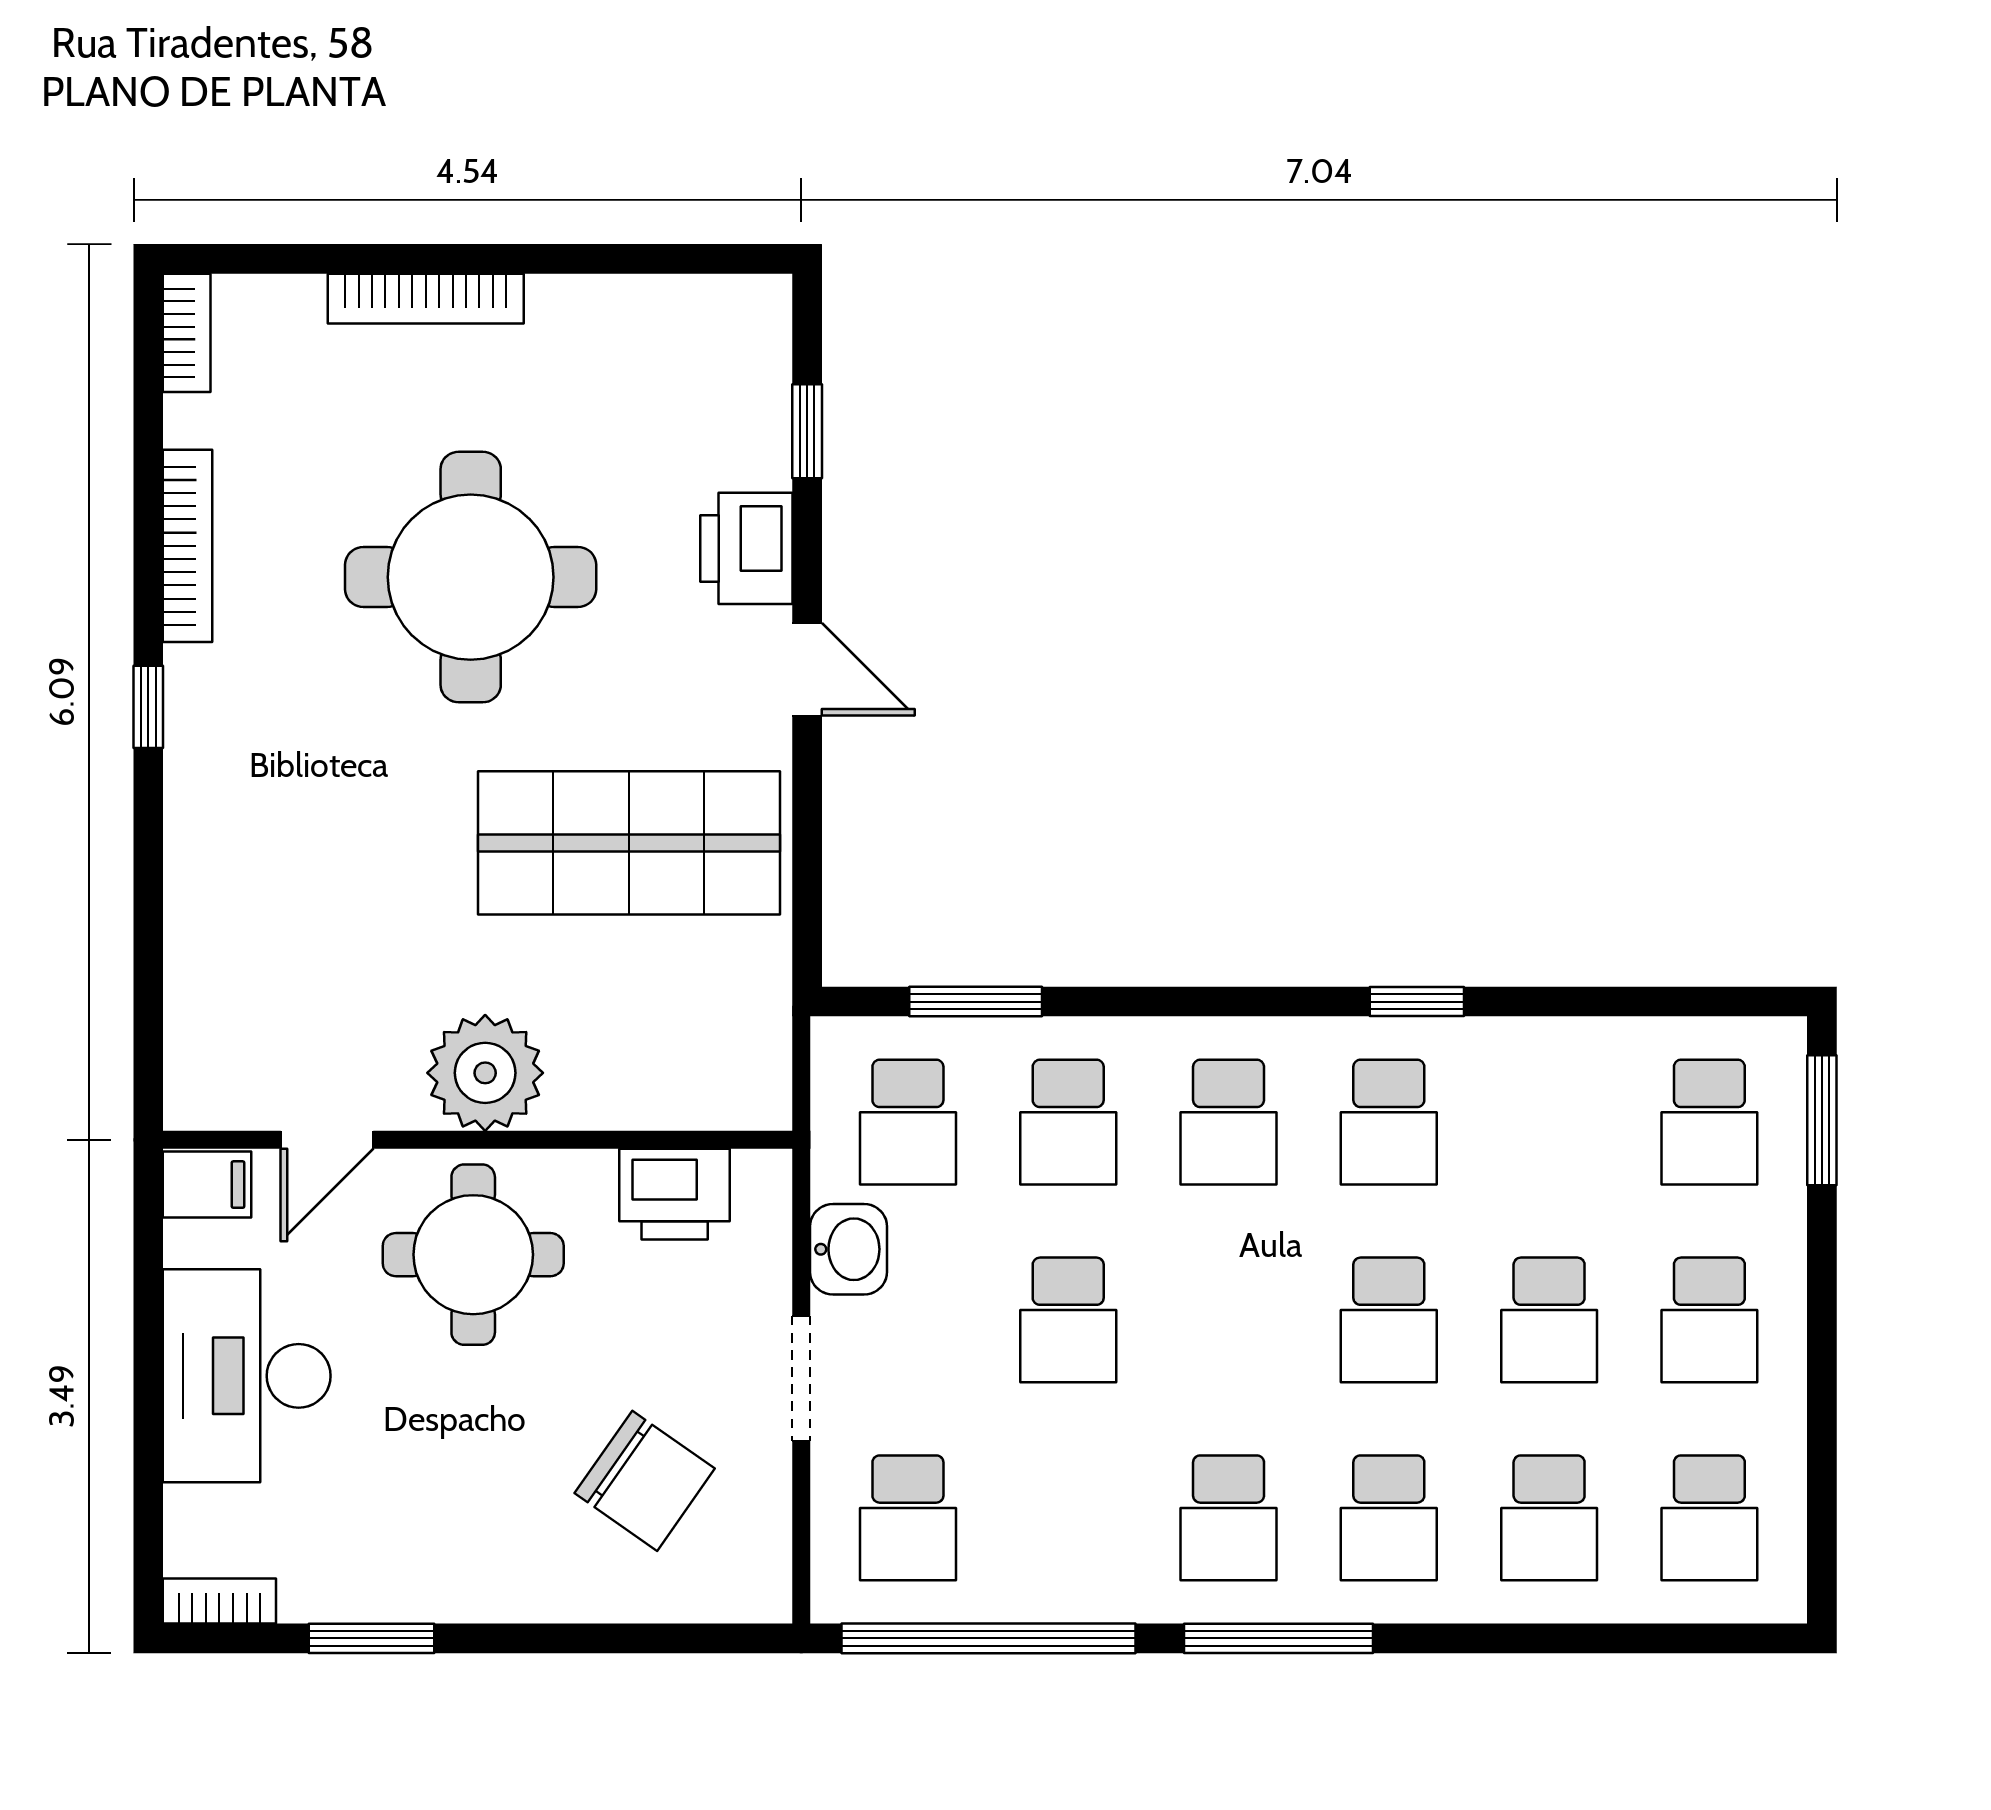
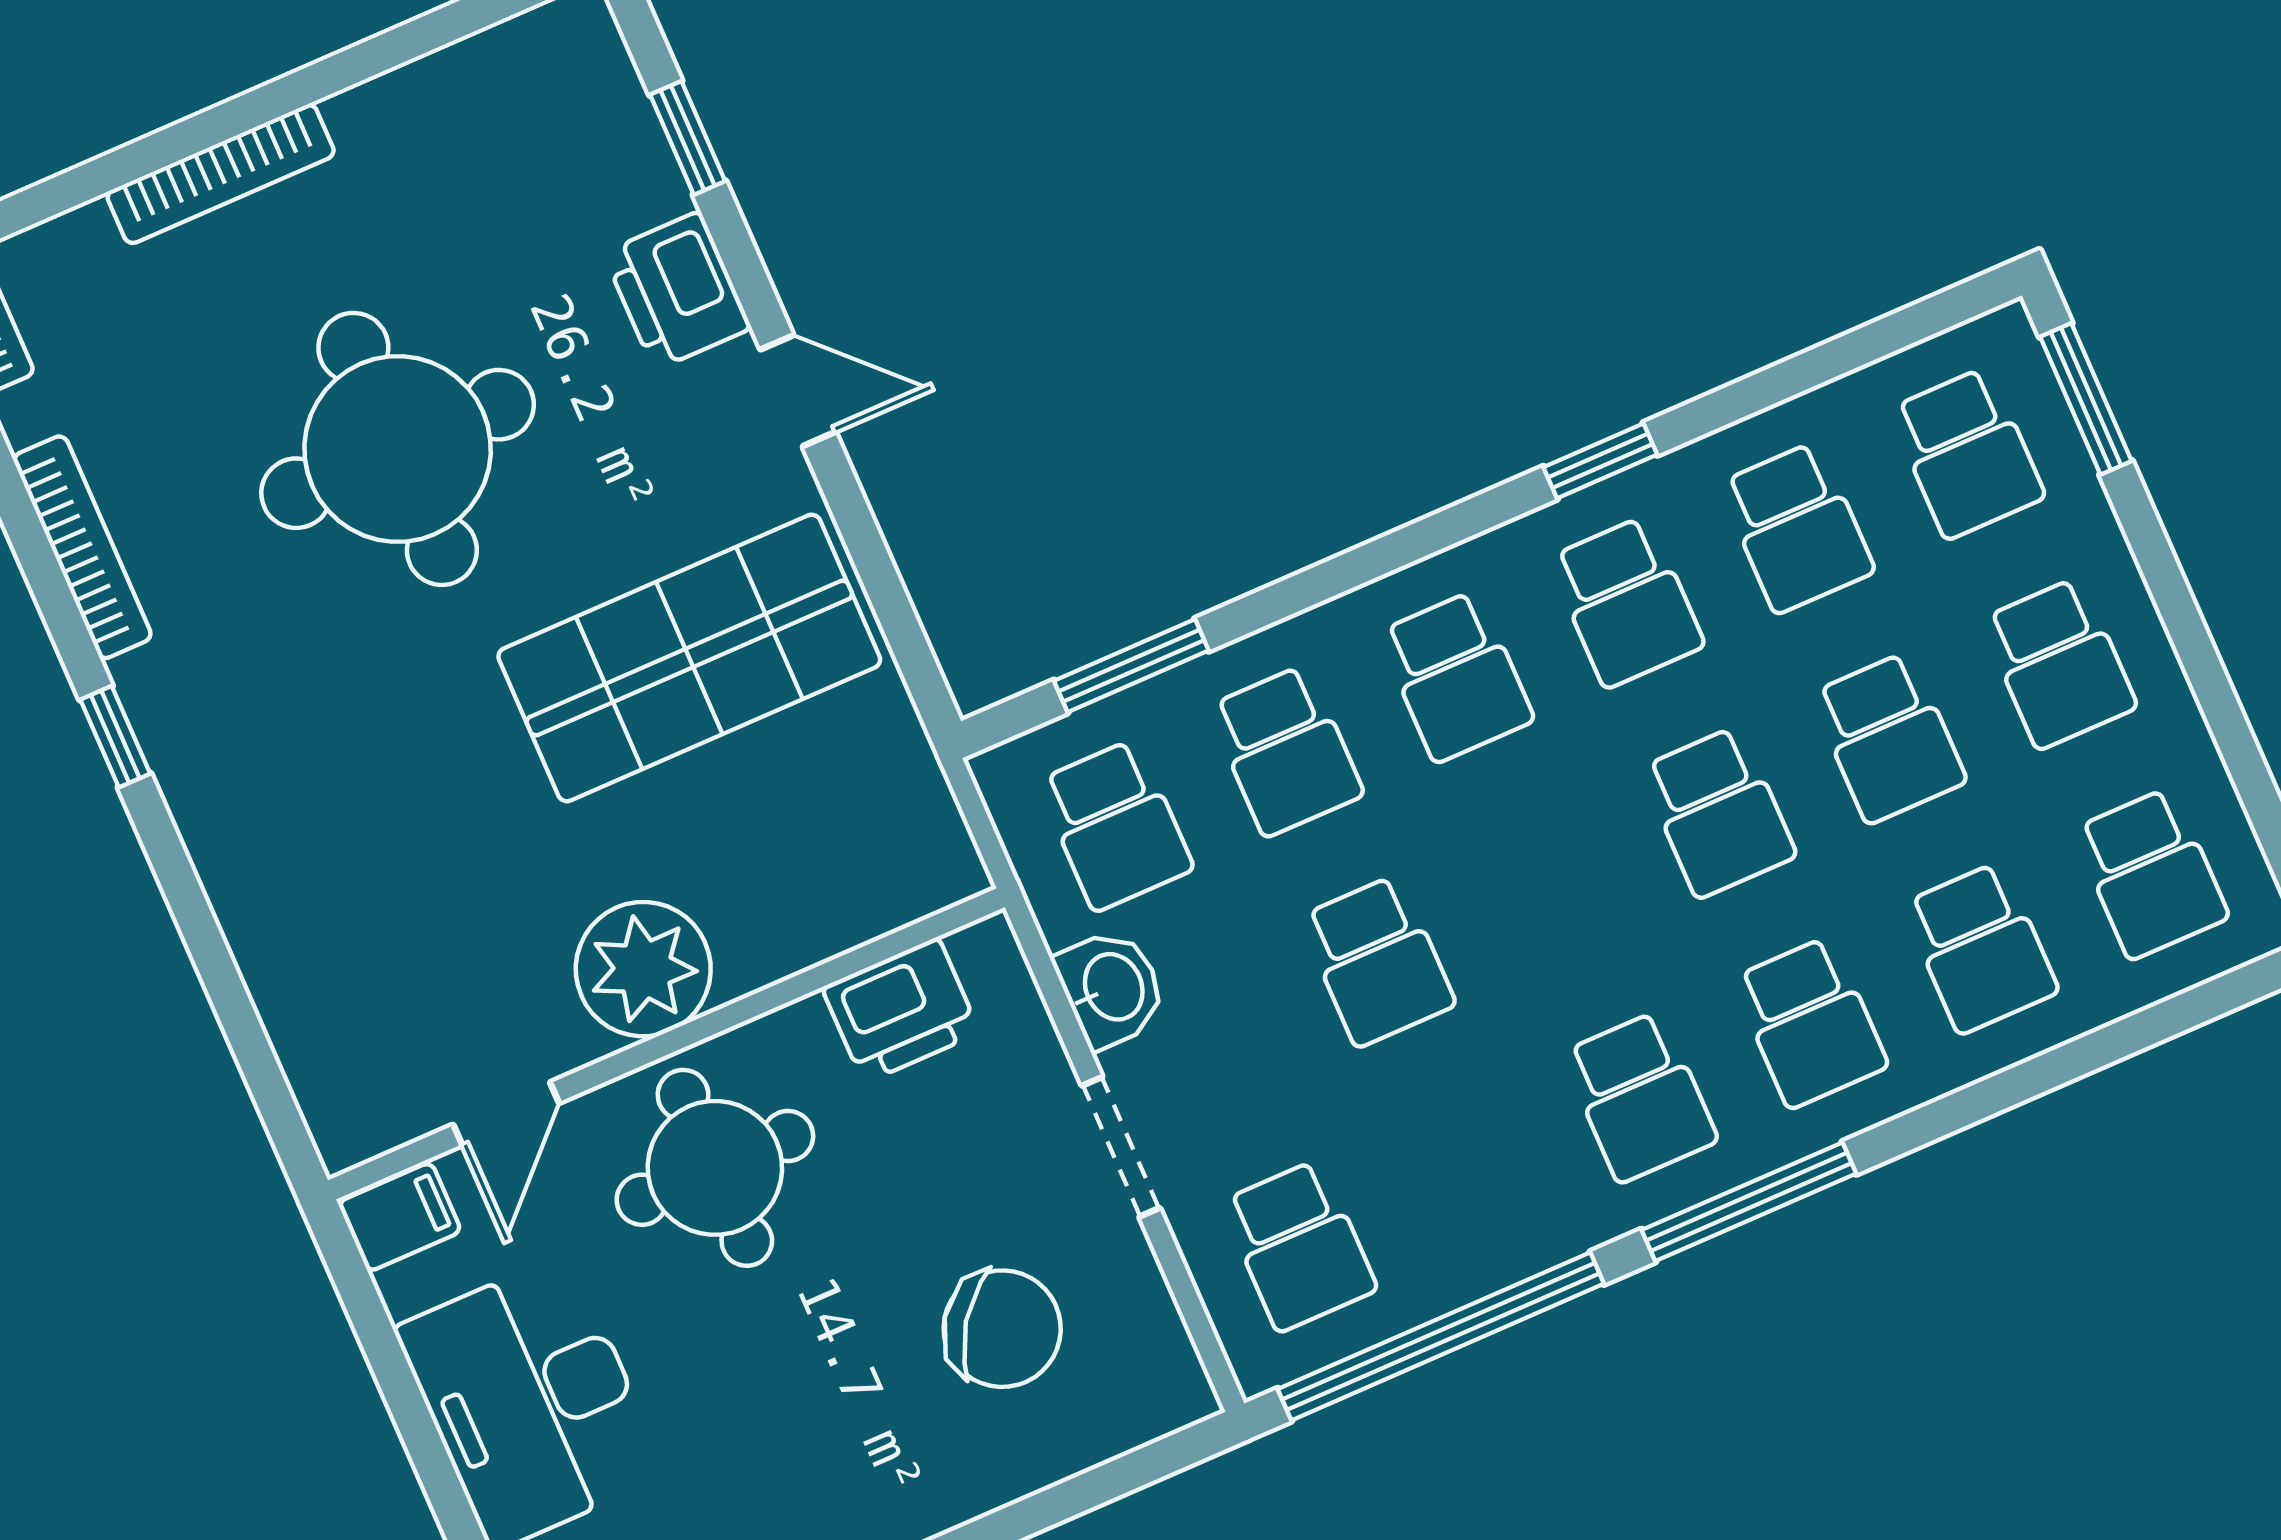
school desk: (1549, 1122) -> (1797, 528), added

